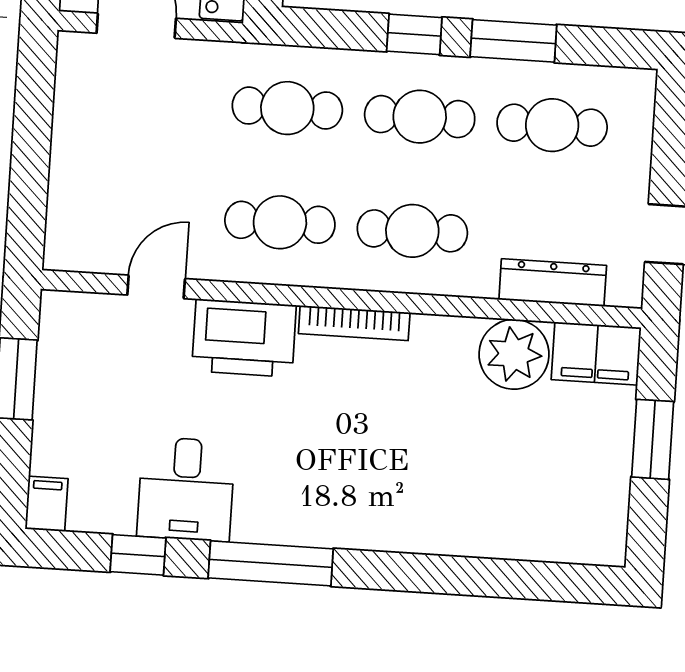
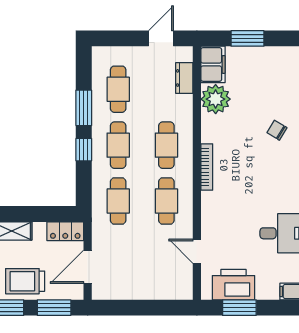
dresser: (553, 283) -> (184, 78), width x0.70
printer: (244, 338) -> (233, 285), moved, turned -90
chair: (431, 495) -> (277, 130), added

